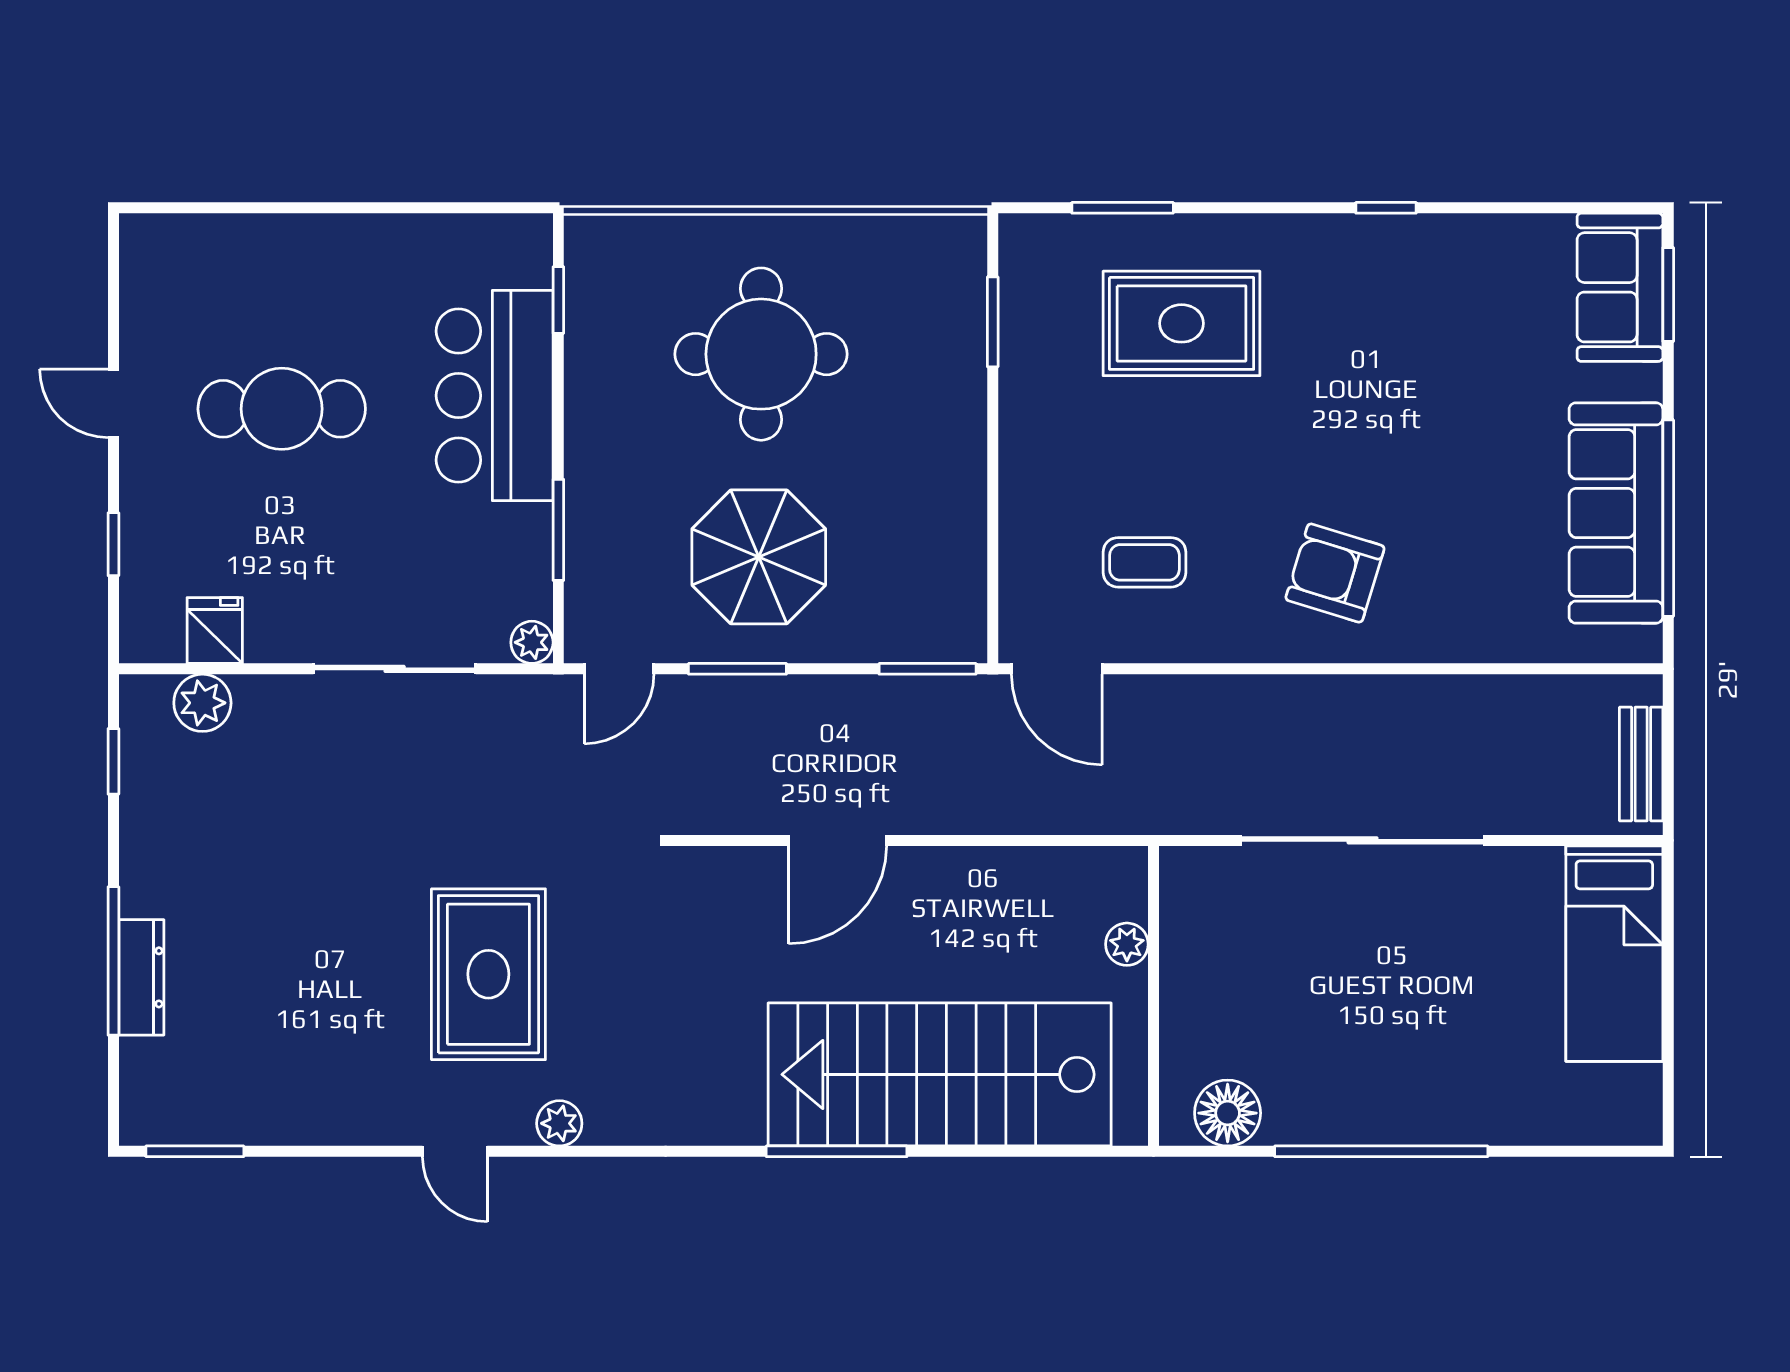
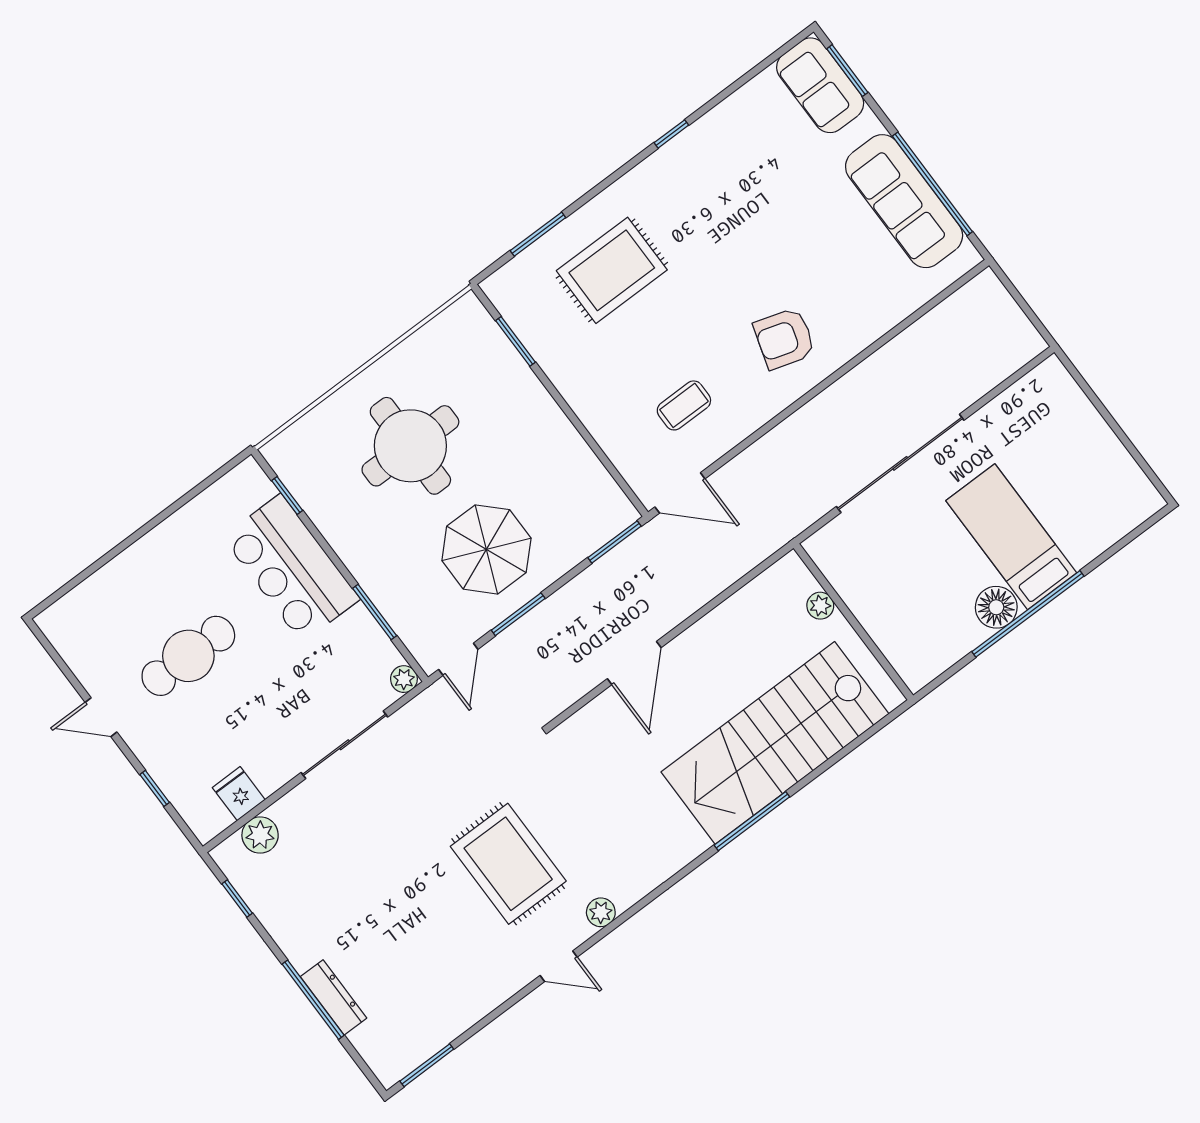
bench: (1641, 764) -> (1012, 319), removed
bed: (1614, 954) -> (1011, 537), moved, turned 180
floor lamp: (1228, 1113) -> (996, 607), moved

